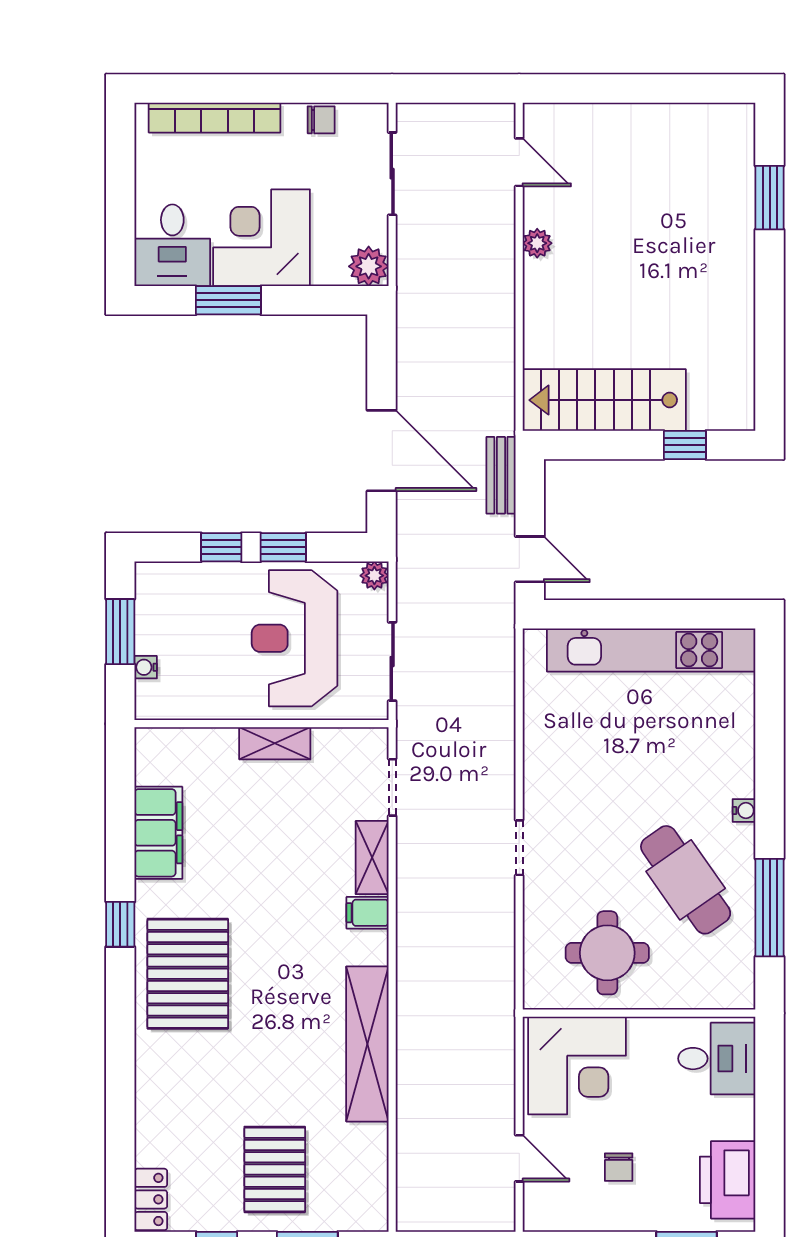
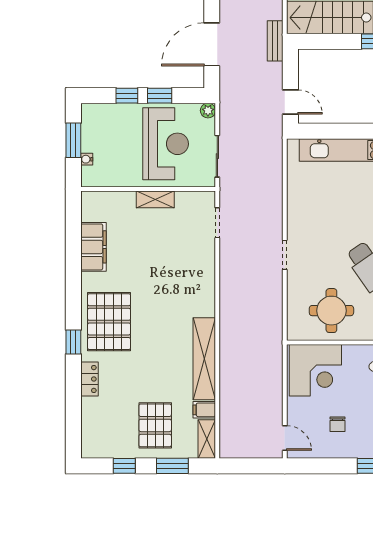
door: (381, 451) -> (212, 44), swing flipped
bench: (501, 475) -> (275, 41), moved
reception desk: (295, 638) -> (166, 144), turned 180
shelving: (372, 858) -> (207, 439), moved
filing cabinet: (367, 913) -> (204, 410), moved
window: (120, 924) -> (73, 342), moved
door: (519, 1158) -> (285, 438), moved
locker: (151, 1199) -> (89, 379), moved

